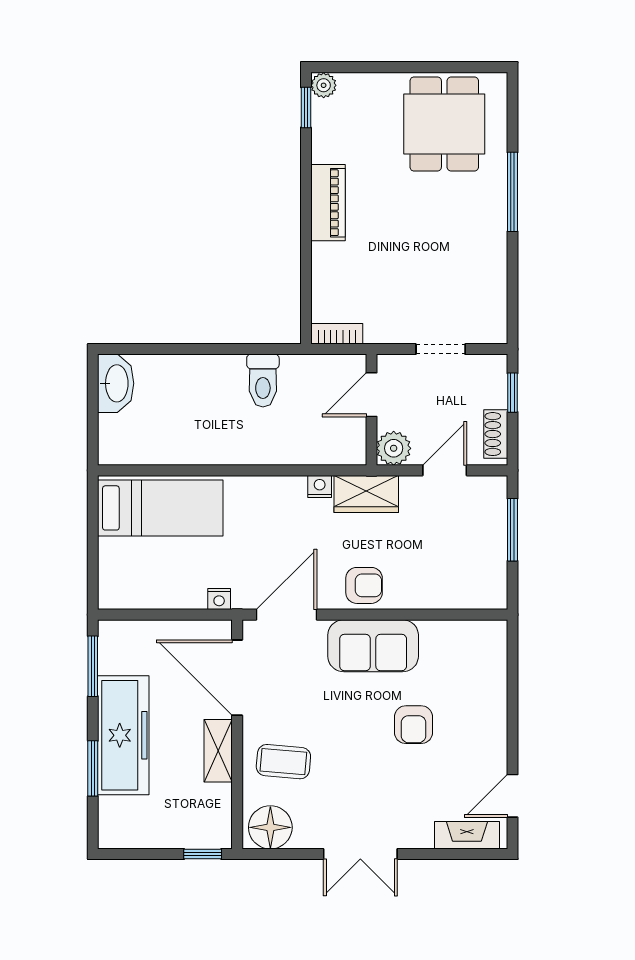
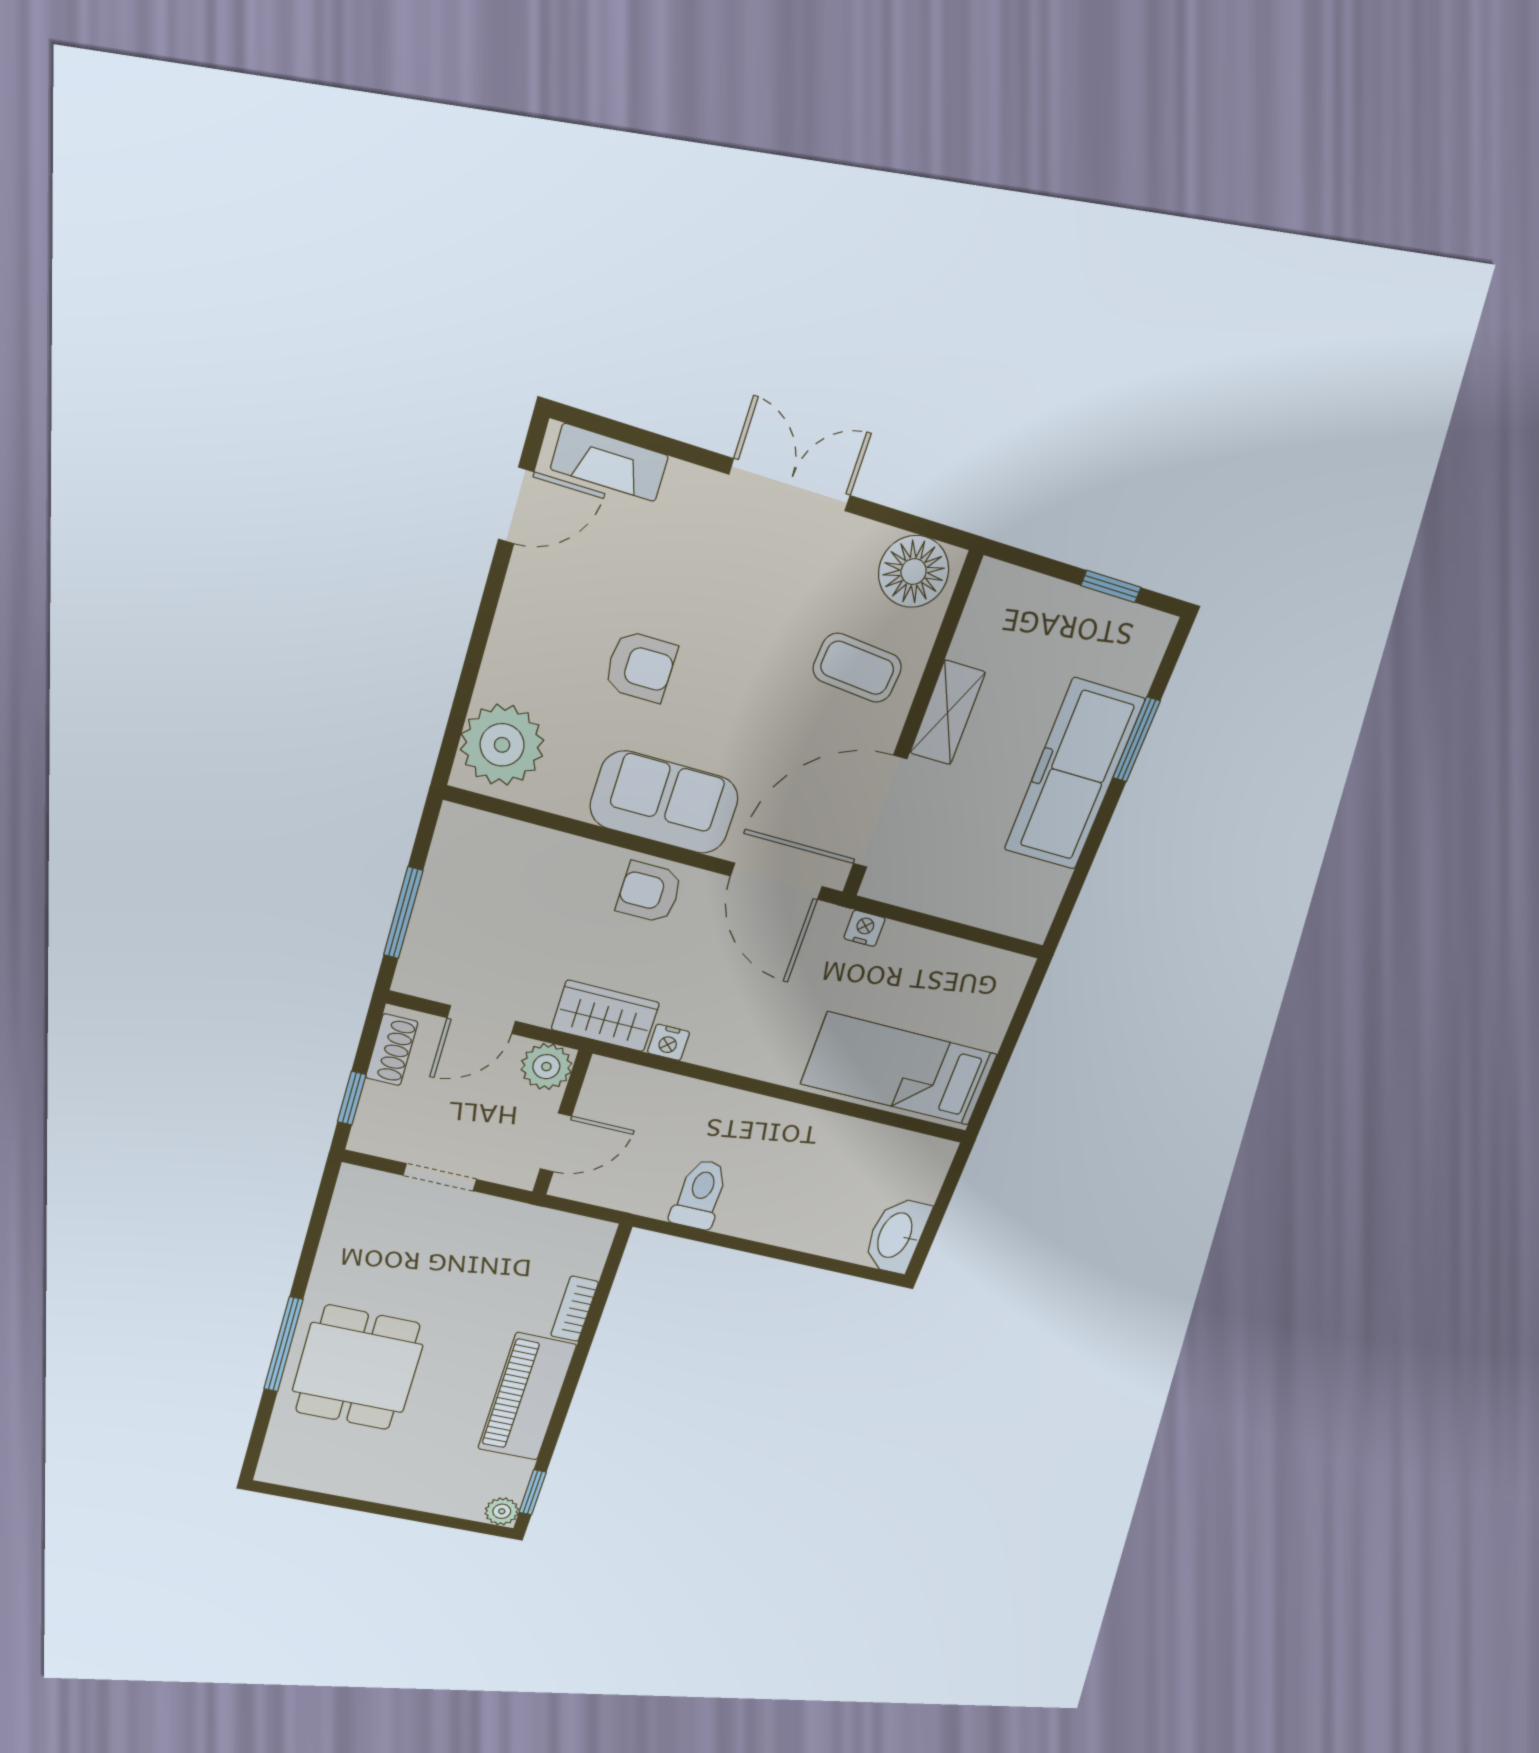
dining table: (444, 124) -> (358, 1368), moved
piano: (328, 203) -> (527, 1397), width x1.37, depth x1.33
bookcase: (337, 334) -> (574, 1309), moved, turned 90
door: (287, 615) -> (776, 881), hinge flipped
plant: (482, 654) -> (502, 745), added
window: (93, 666) -> (1076, 884), removed
door: (237, 678) -> (880, 812), swing flipped
armchair: (414, 725) -> (640, 667), turned 90
window: (203, 854) -> (1111, 586), moved

